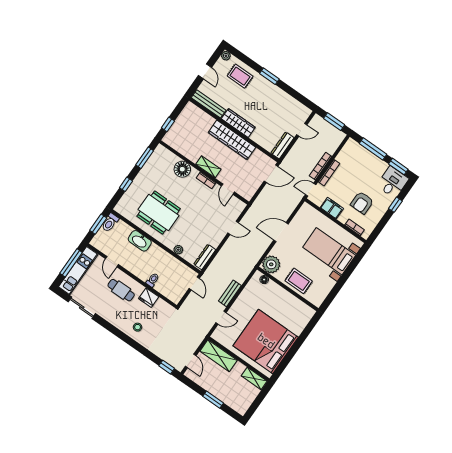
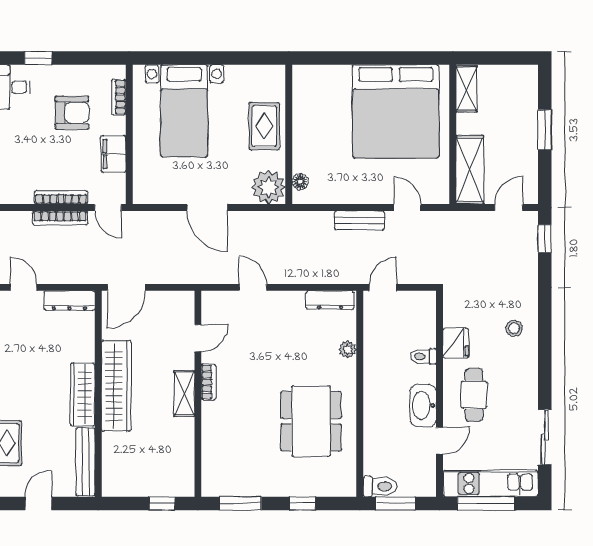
floor lamp: (182, 169) -> (217, 432), removed
door: (271, 174) -> (126, 287), swing flipped
washbasin: (140, 241) -> (423, 406), moved, turned 180

